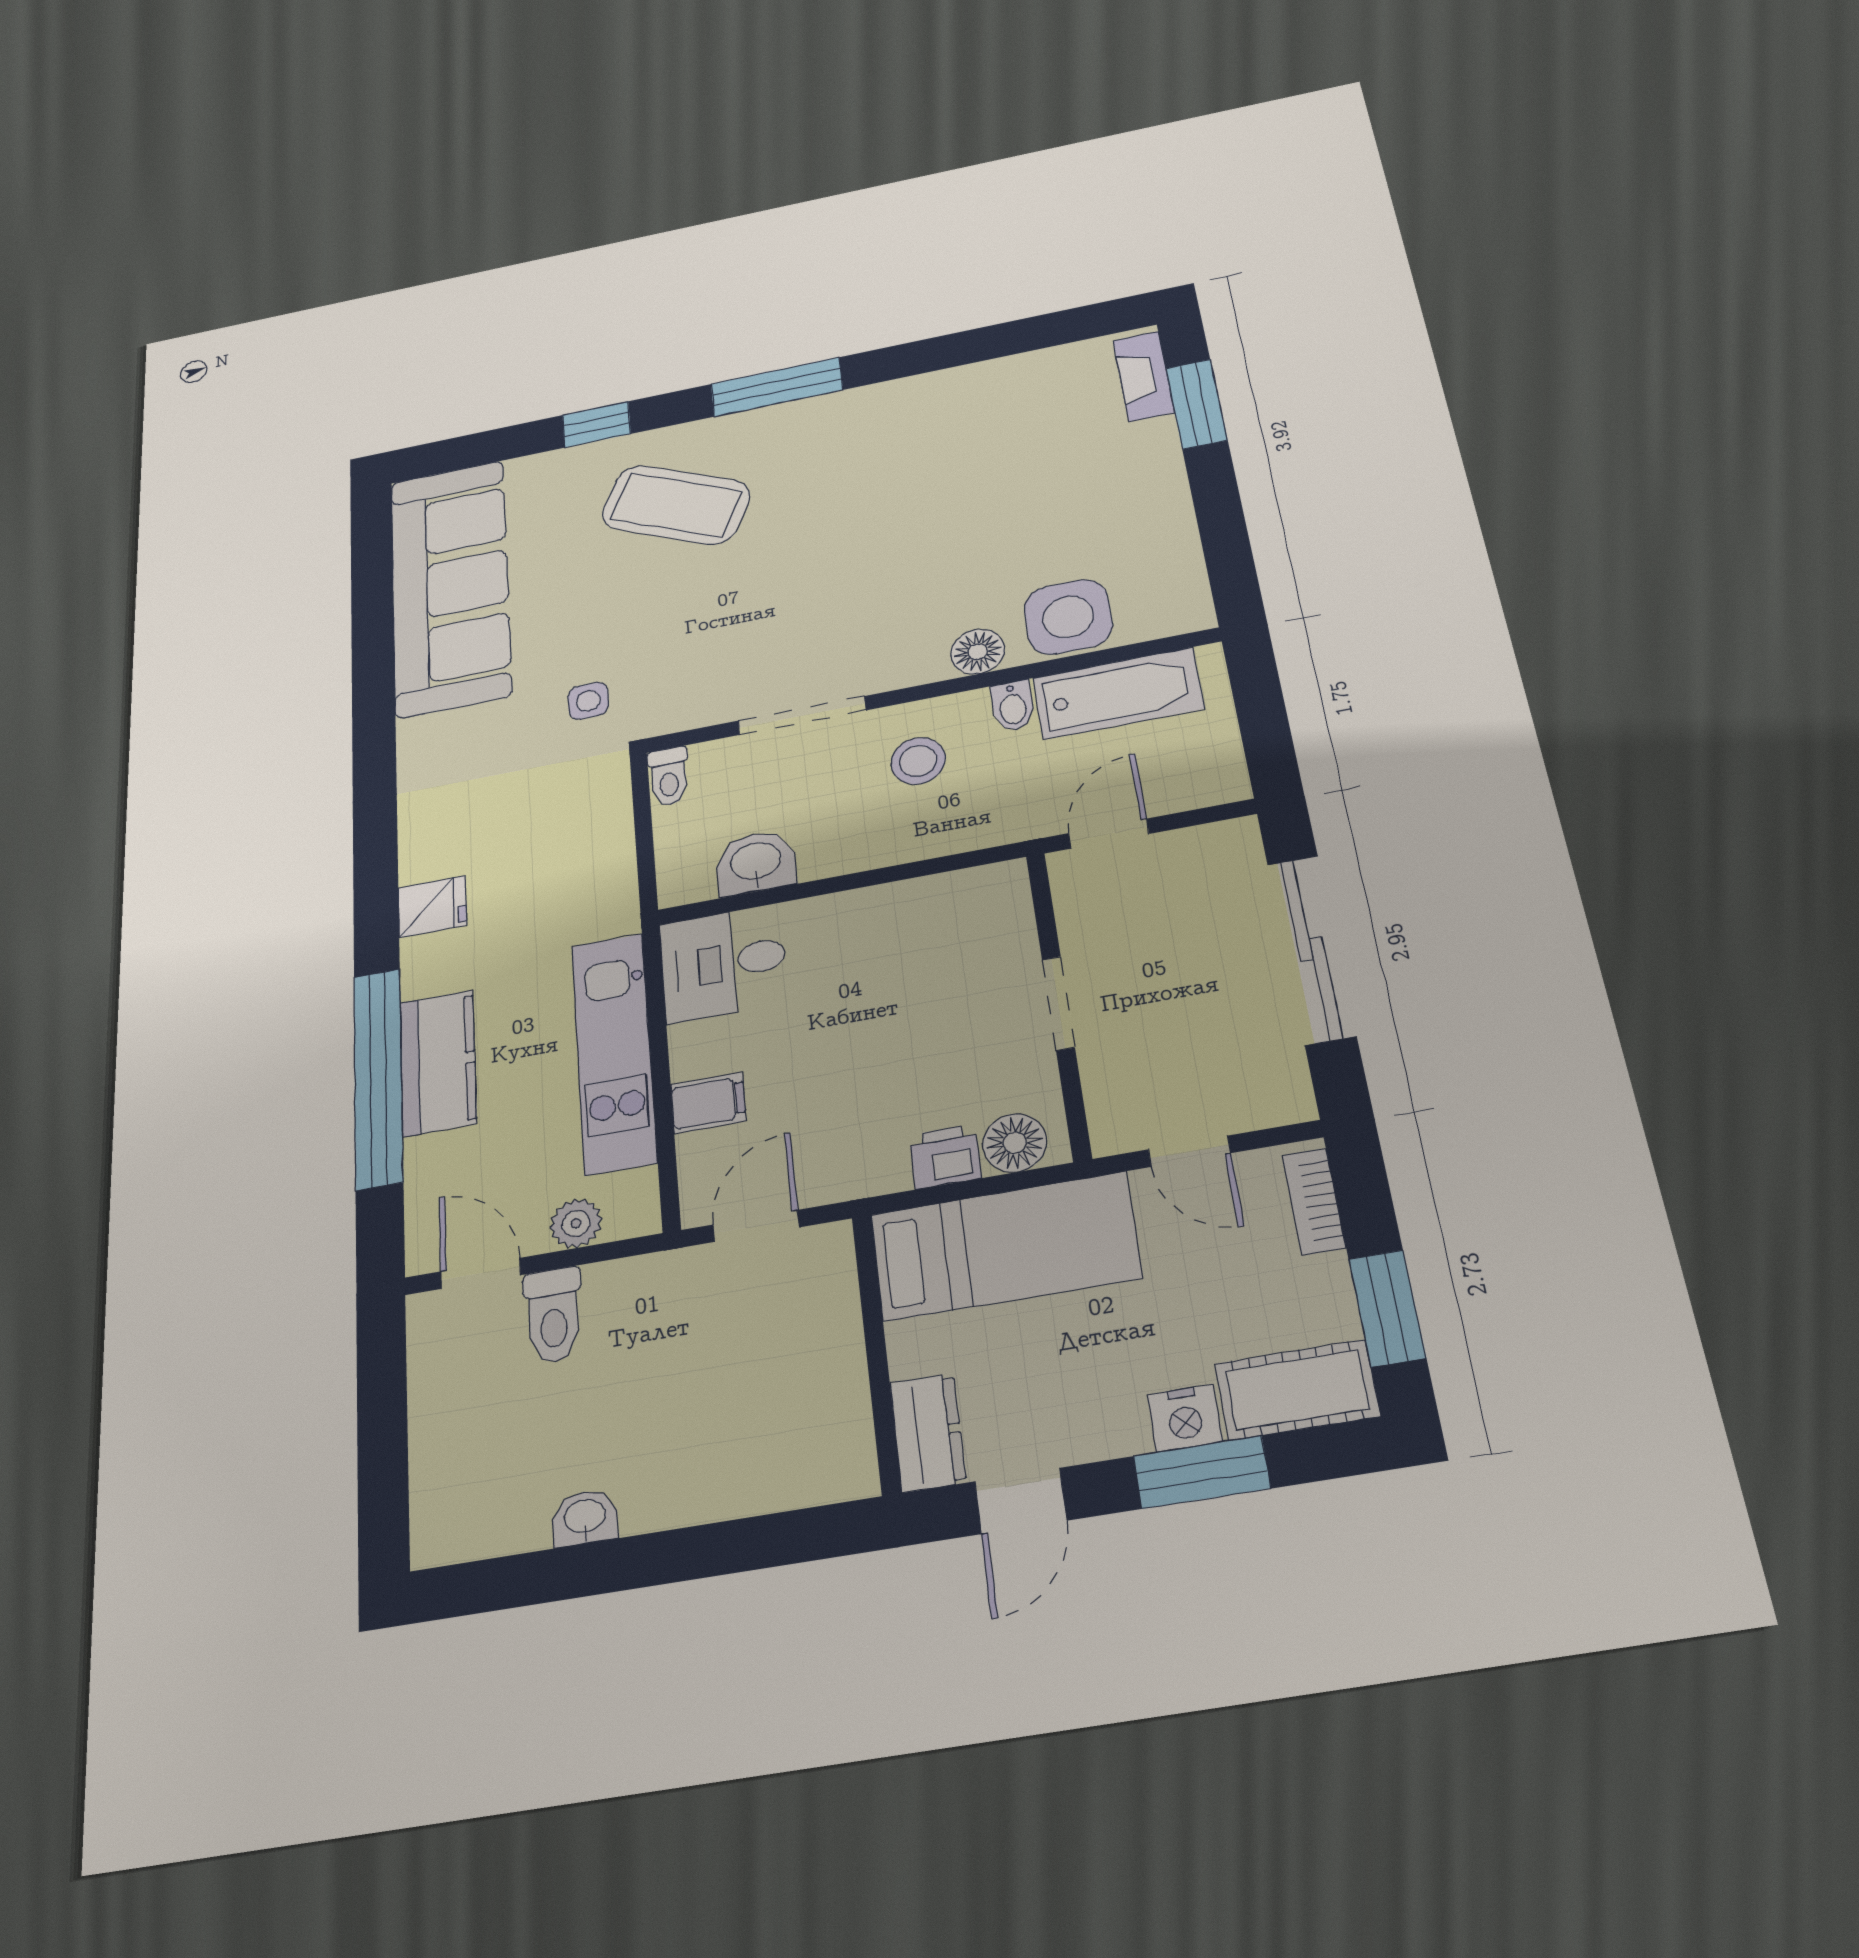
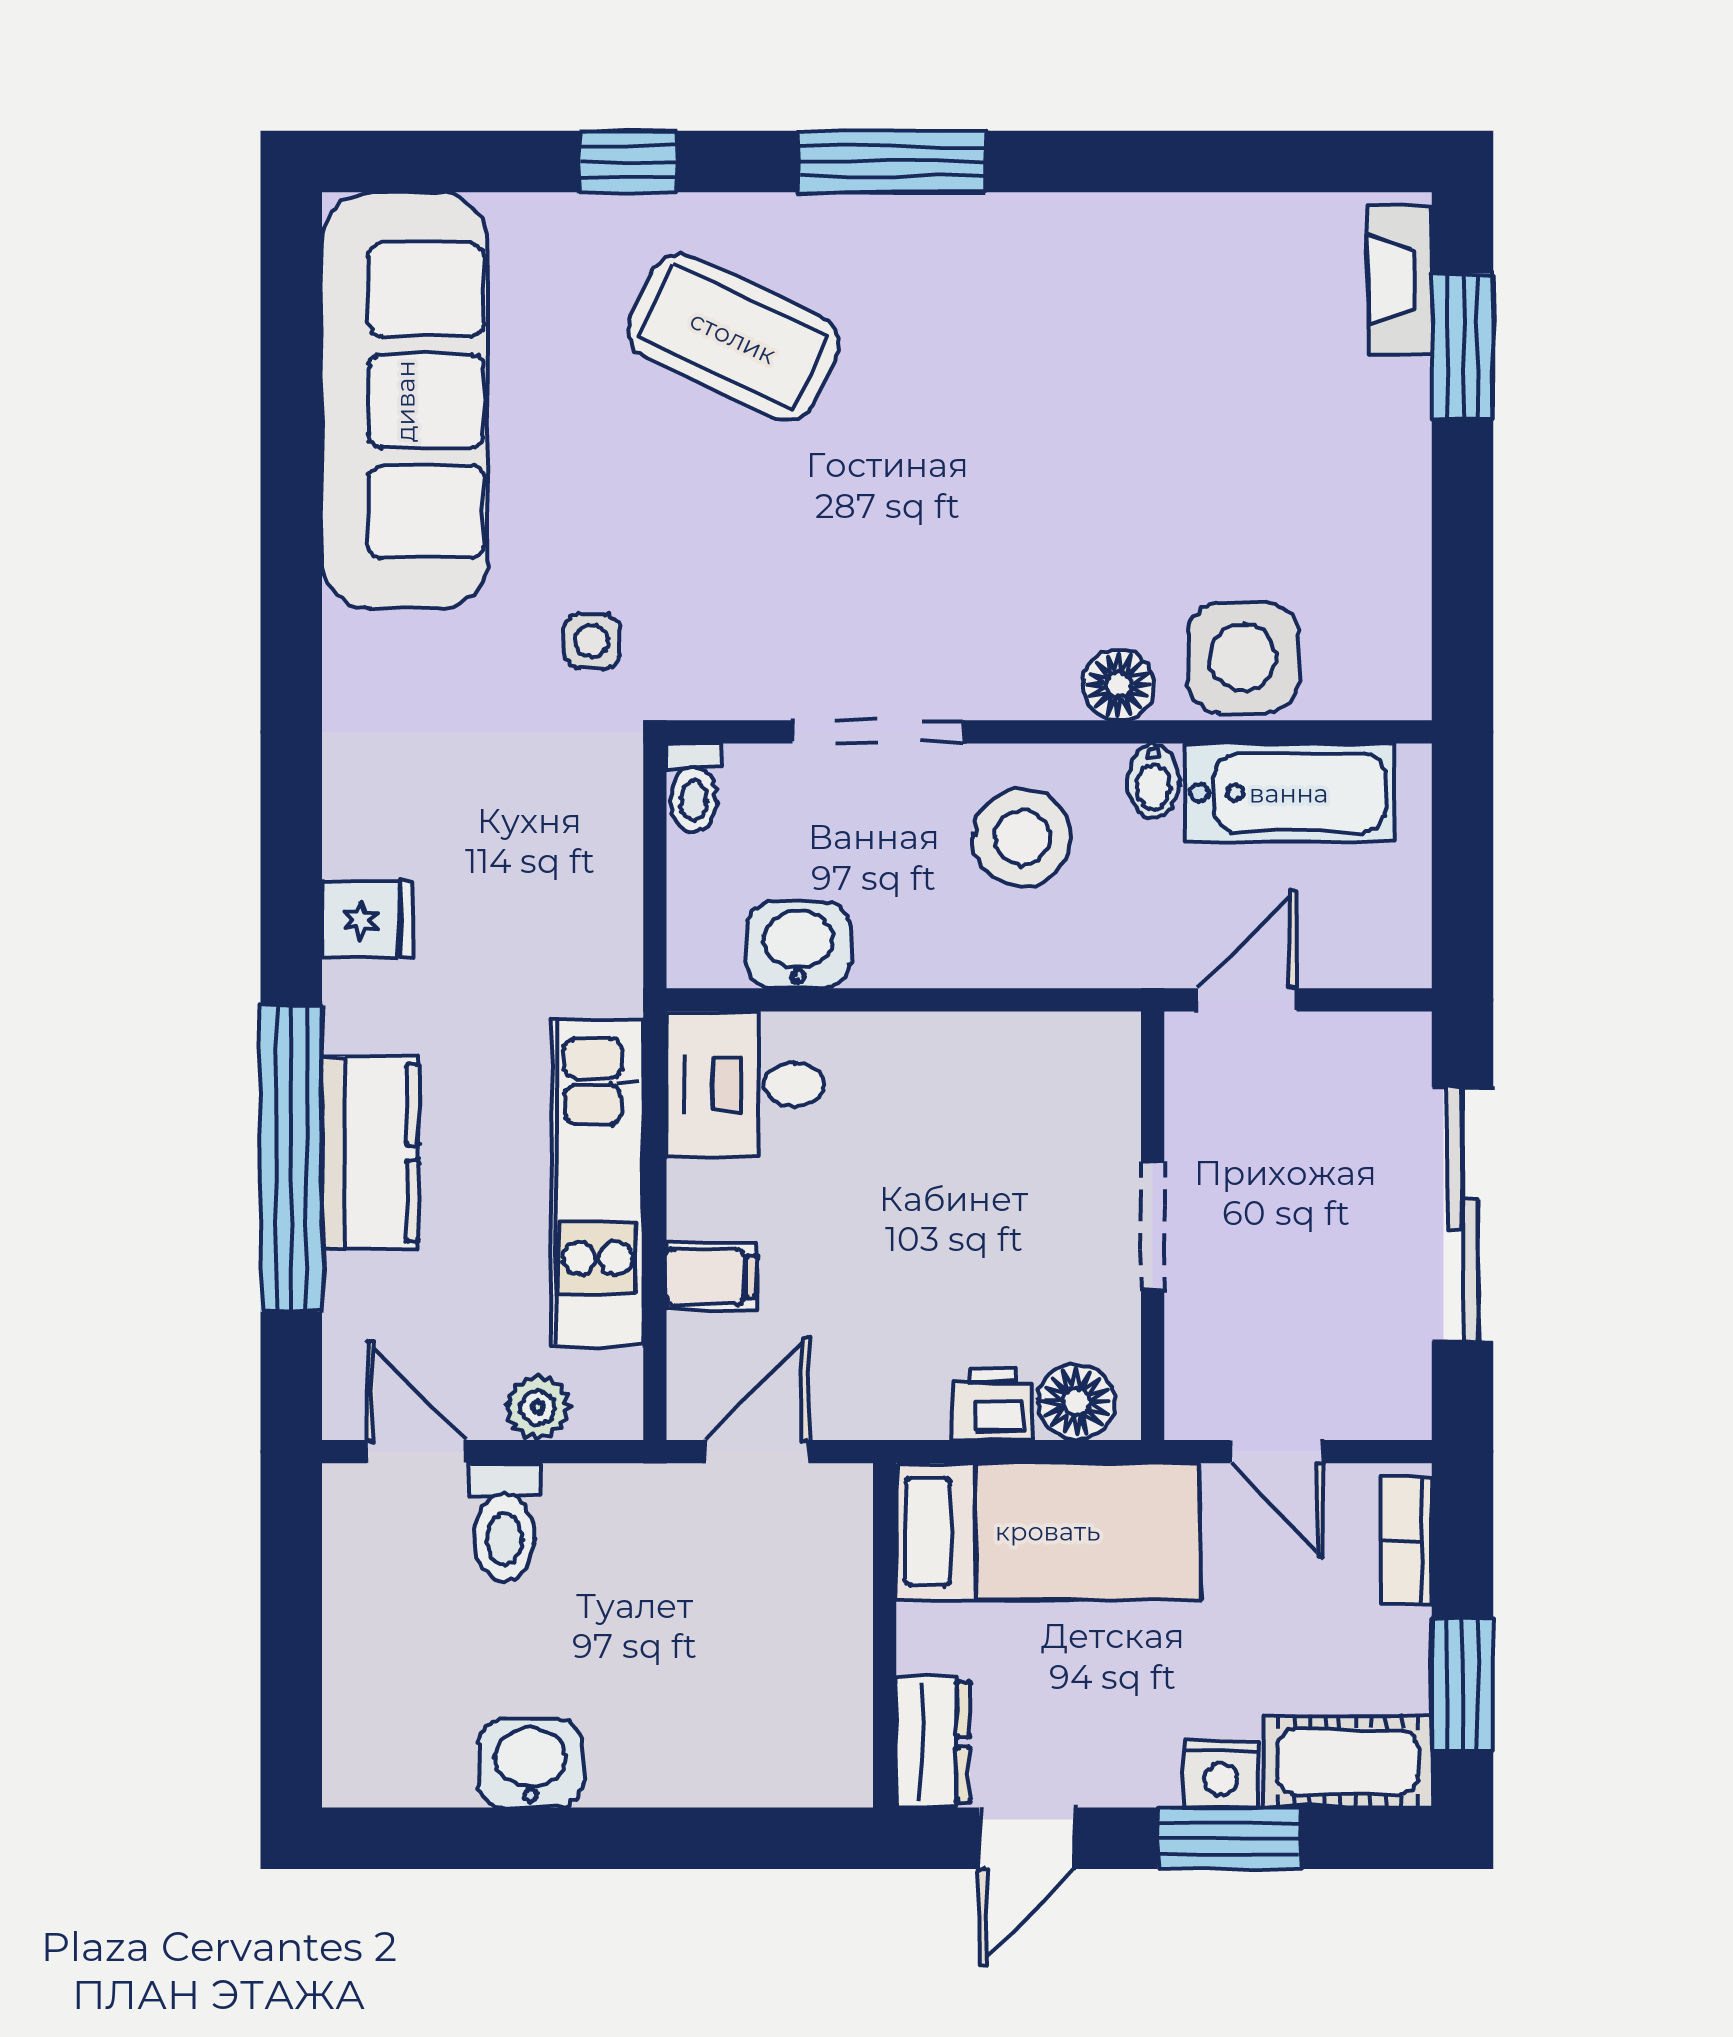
stool: (918, 761) -> (1022, 838), width x1.38, depth x1.38
washbasin: (585, 1518) -> (530, 1763), width x1.38, depth x1.45

